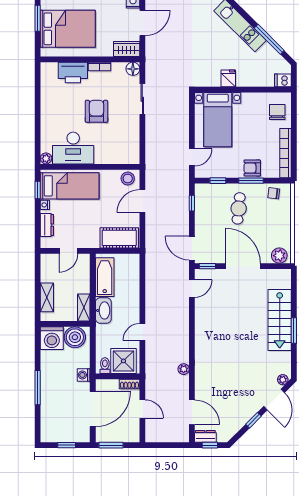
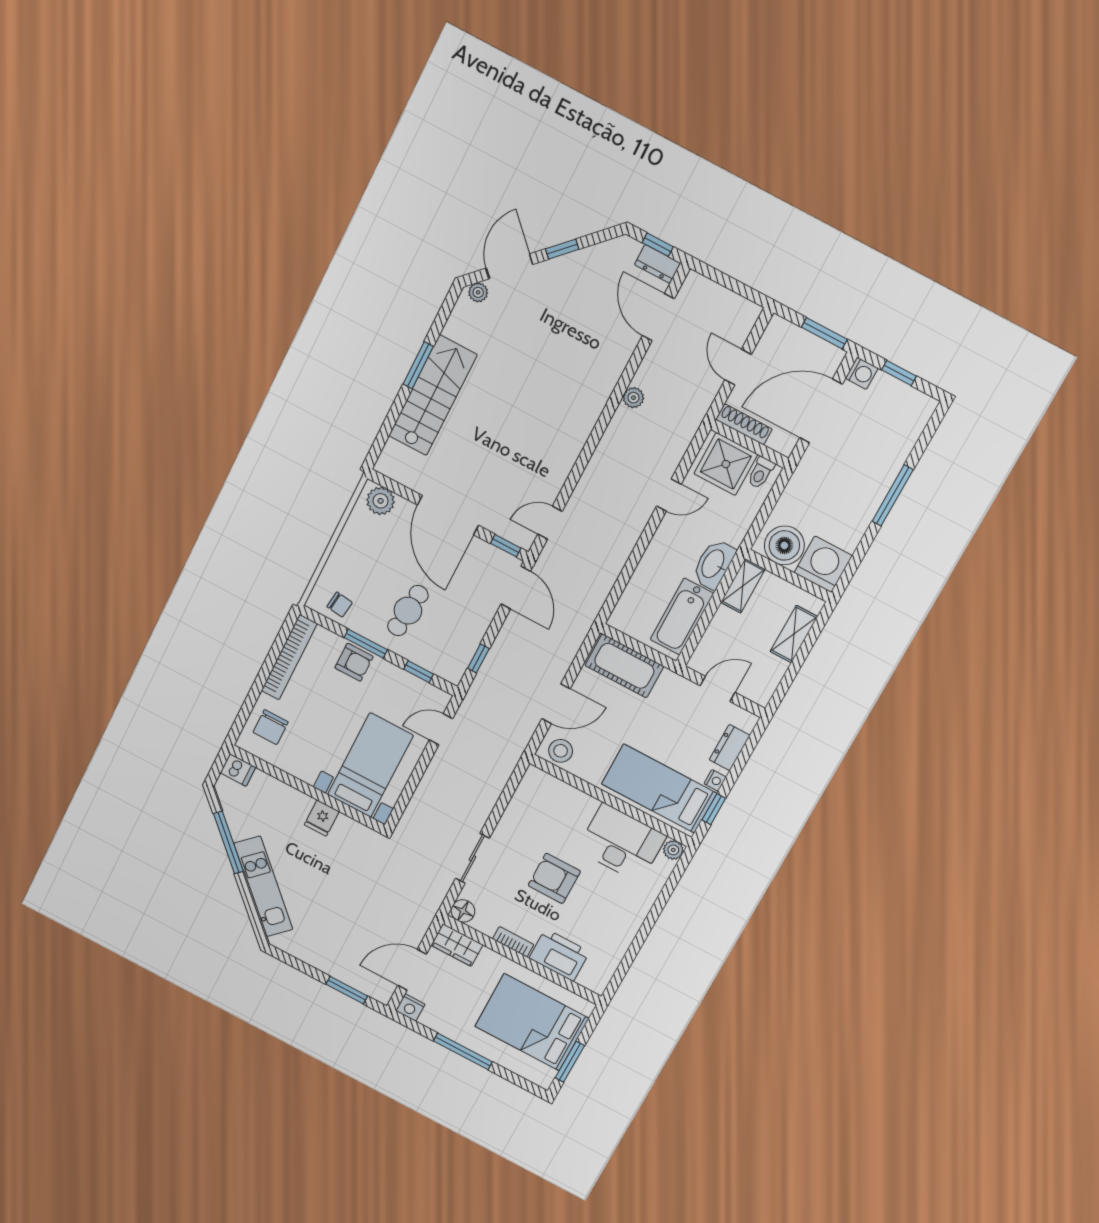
armchair: (96, 111) -> (554, 878), turned 90
washing machine: (84, 375) -> (862, 373), moved
shoe rack: (129, 384) -> (744, 424), width x1.43

